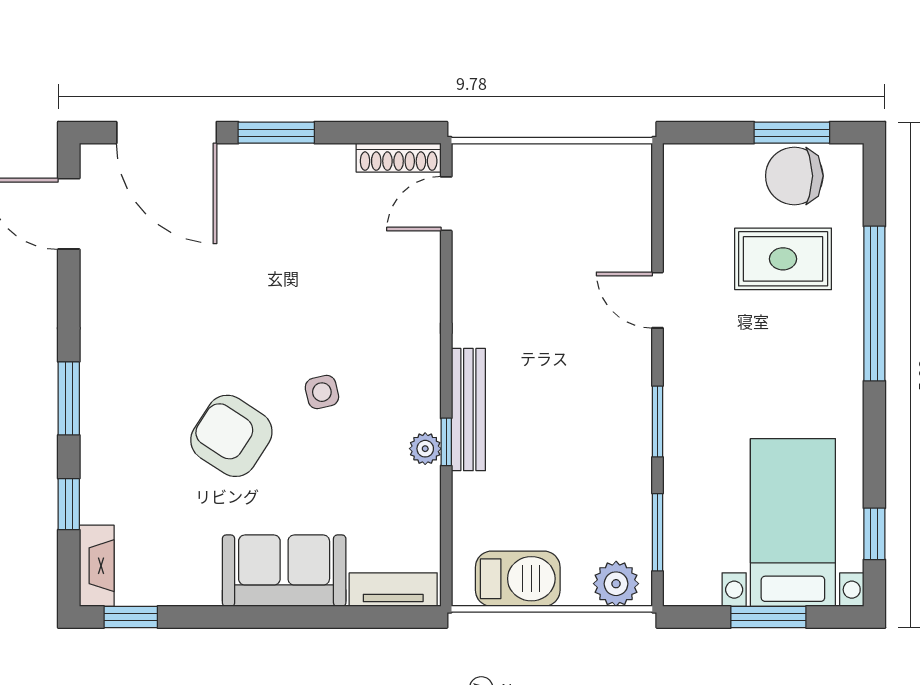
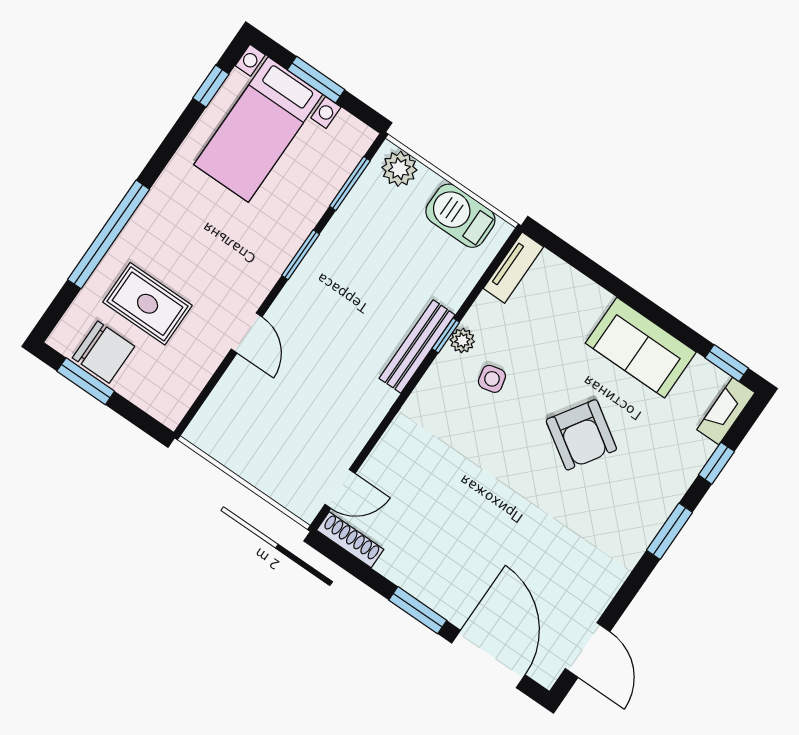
side table: (322, 392) -> (492, 379), moved
sofa: (284, 571) -> (641, 348), moved
tv unit: (393, 590) -> (513, 268), moved, turned -90

